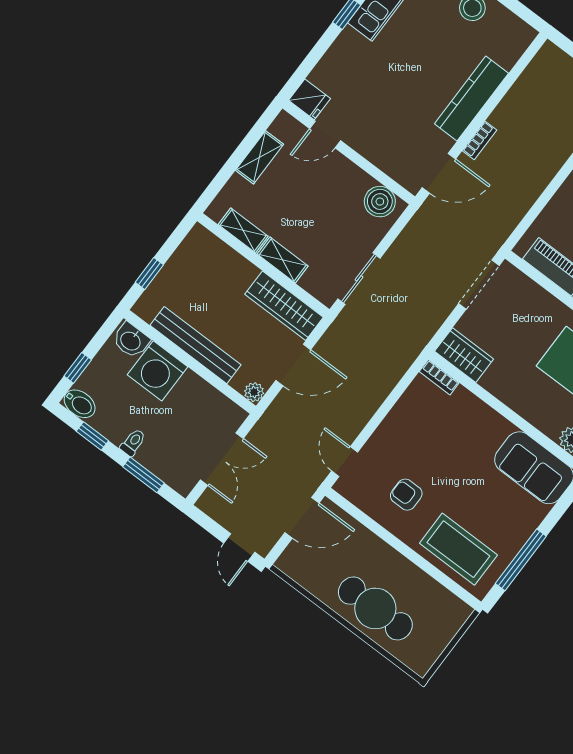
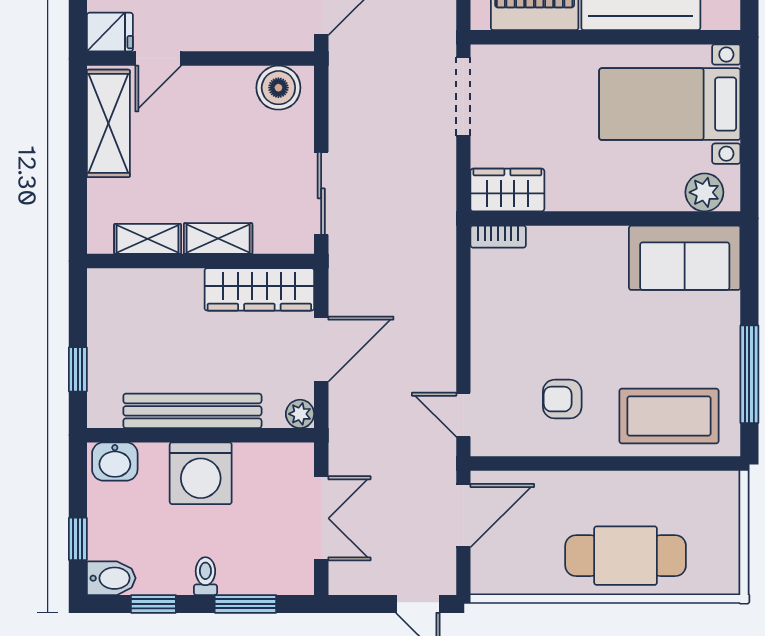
shelving: (260, 157) -> (108, 123), width x1.50, depth x1.33
washing machine: (157, 371) -> (201, 473), moved

